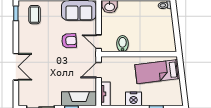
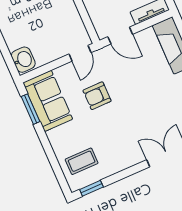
armchair: (69, 41) -> (97, 96), turned -87
bidet: (123, 44) -> (68, 18), removed

